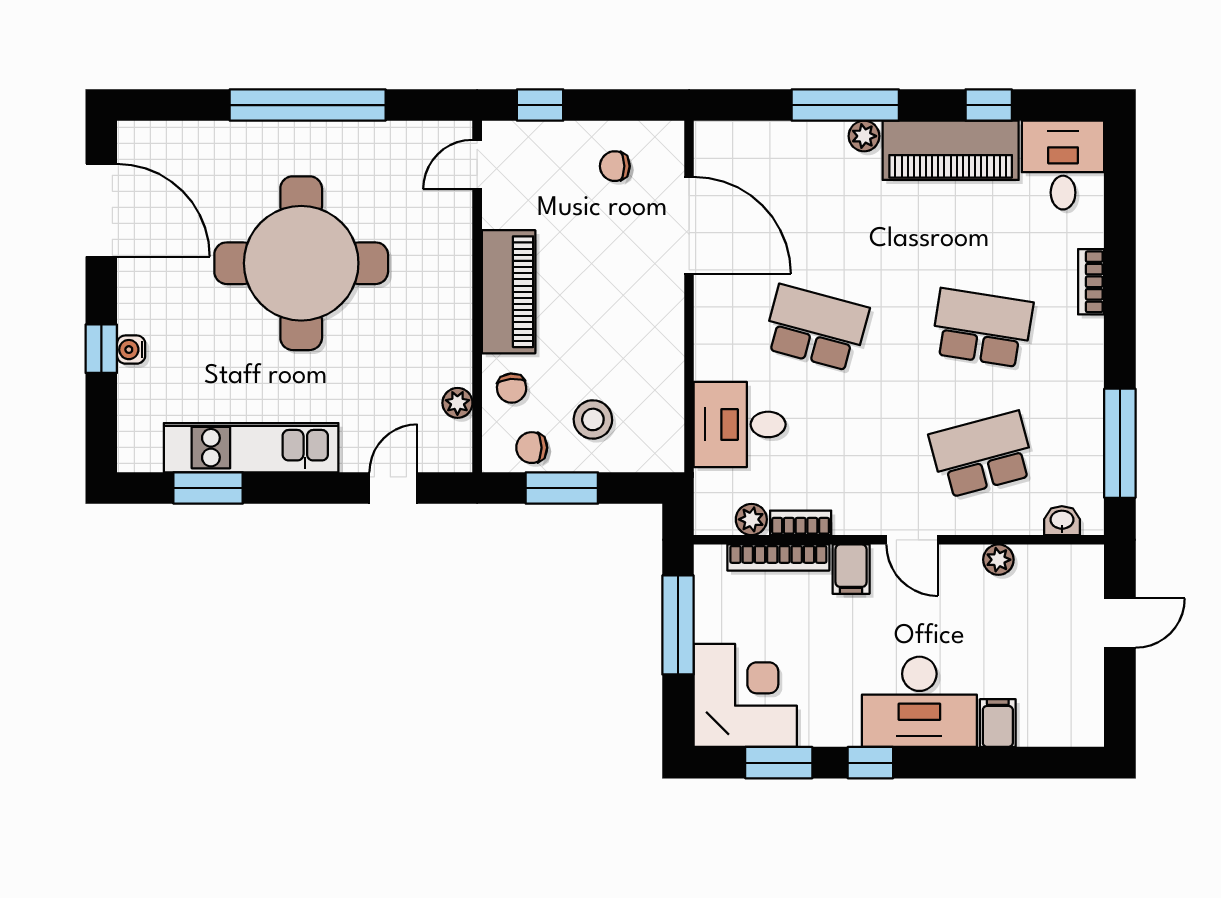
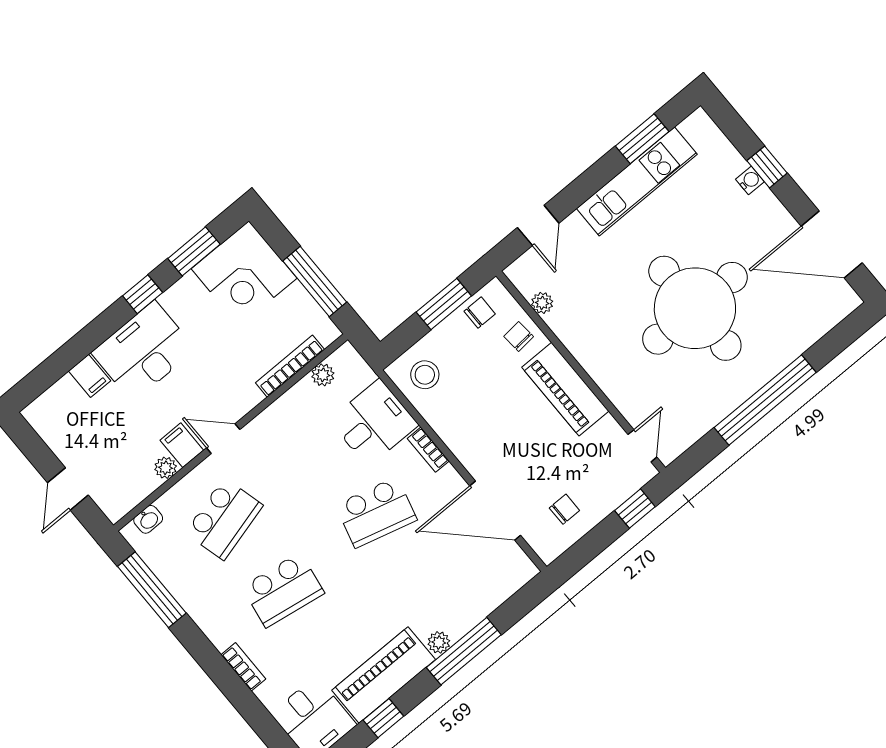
stool: (593, 419) -> (425, 375), moved
bookcase: (801, 523) -> (428, 450), moved, turned 90
filing cabinet: (851, 569) -> (182, 445), moved

